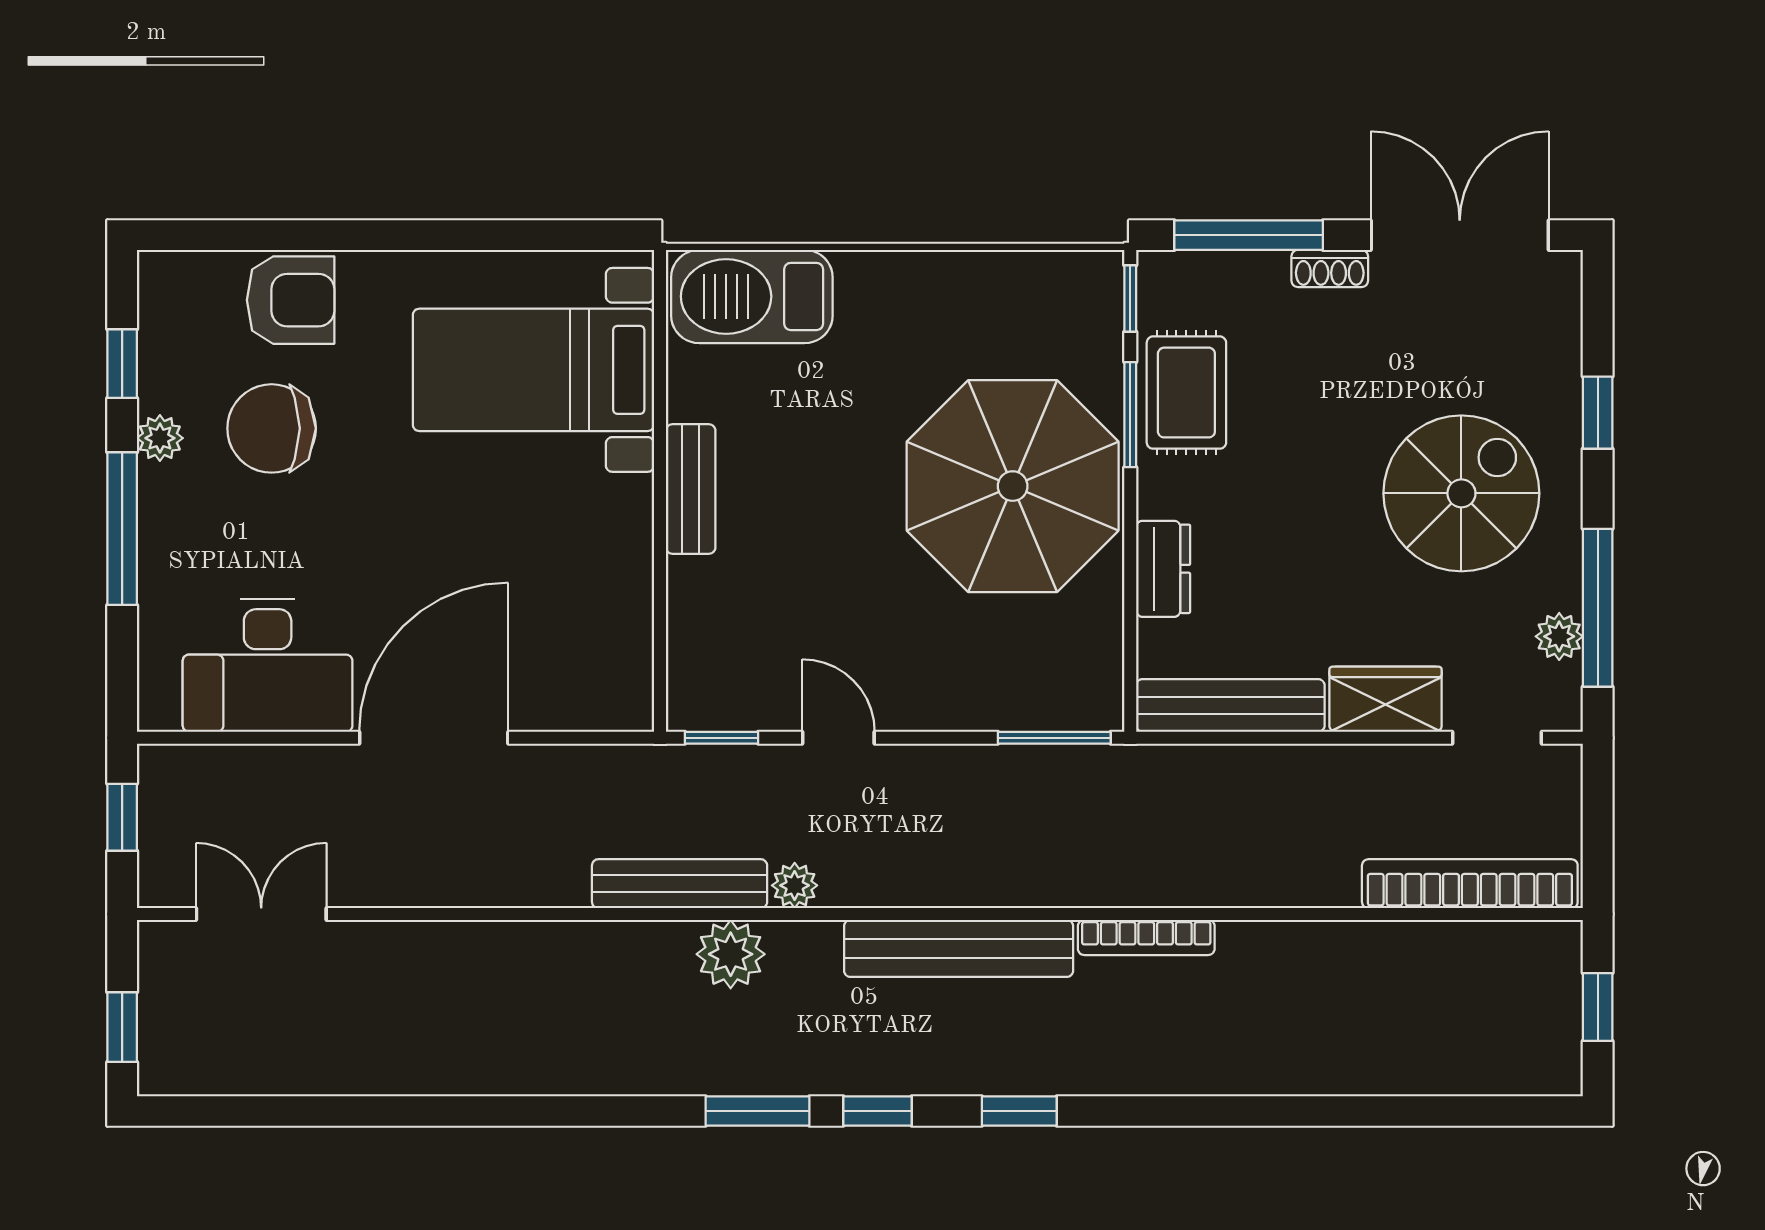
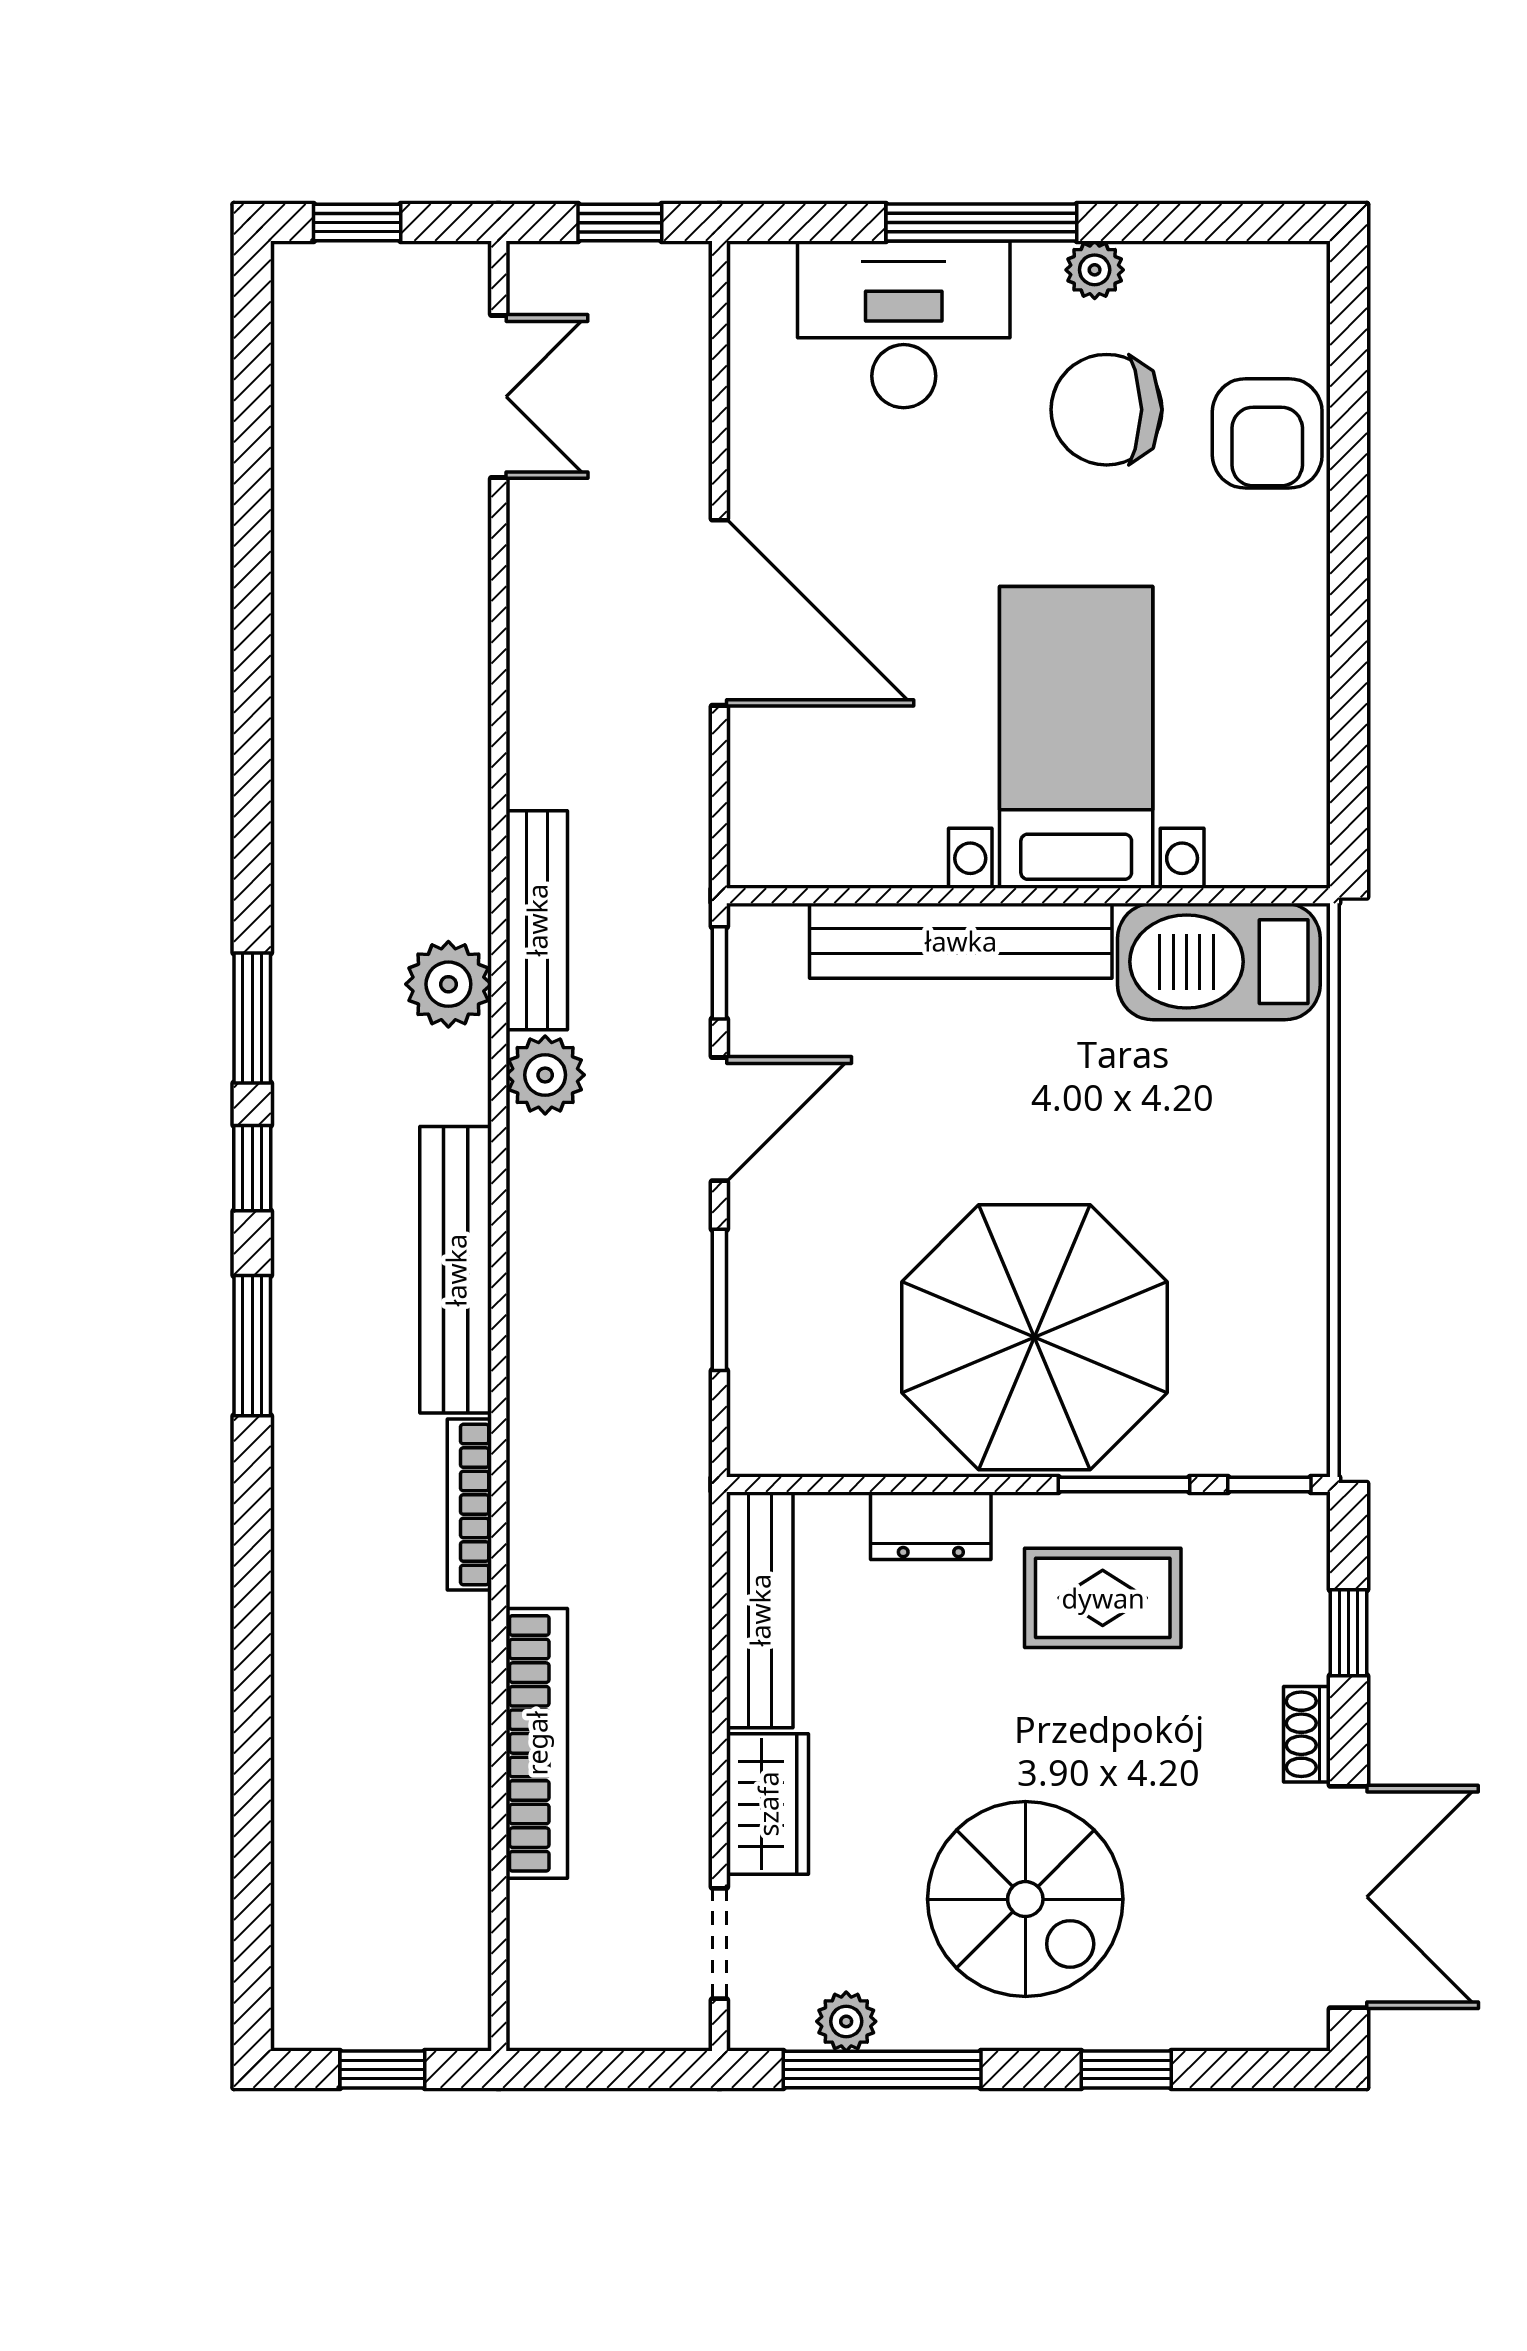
window: (1249, 235) -> (1349, 1633), width x0.46
barbecue: (752, 296) -> (1219, 962), moved, turned -90
window: (122, 364) -> (1188, 223), removed
bed with nightstands: (533, 370) -> (1076, 737), moved
rug: (1186, 393) -> (1103, 1598), moved
chair: (272, 428) -> (1107, 410), turned -90
bench: (691, 489) -> (961, 941), width x1.86, depth x1.21
desk: (268, 665) -> (904, 324), moved, turned 90
door: (838, 738) -> (719, 1119), width x1.38
window: (1054, 738) -> (719, 1300), moved
bookcase: (1470, 884) -> (537, 1743), moved
plant: (795, 885) -> (545, 1075), width x1.38, depth x1.38
window: (1019, 1111) -> (252, 1346), width x1.50

